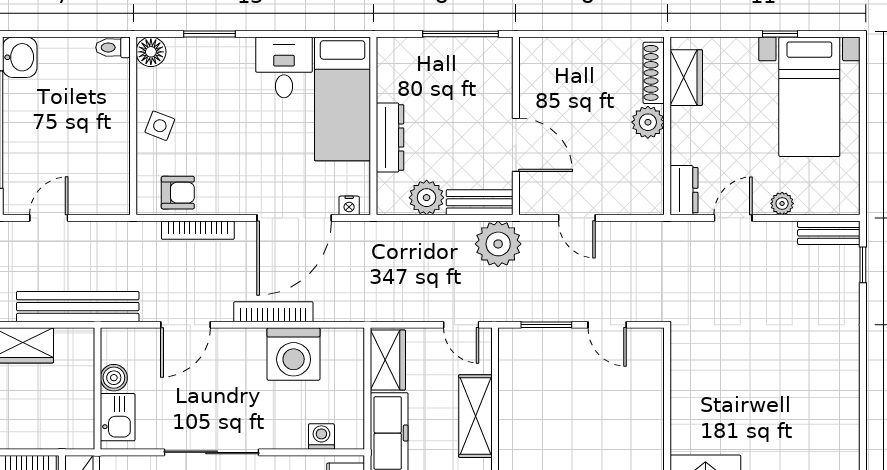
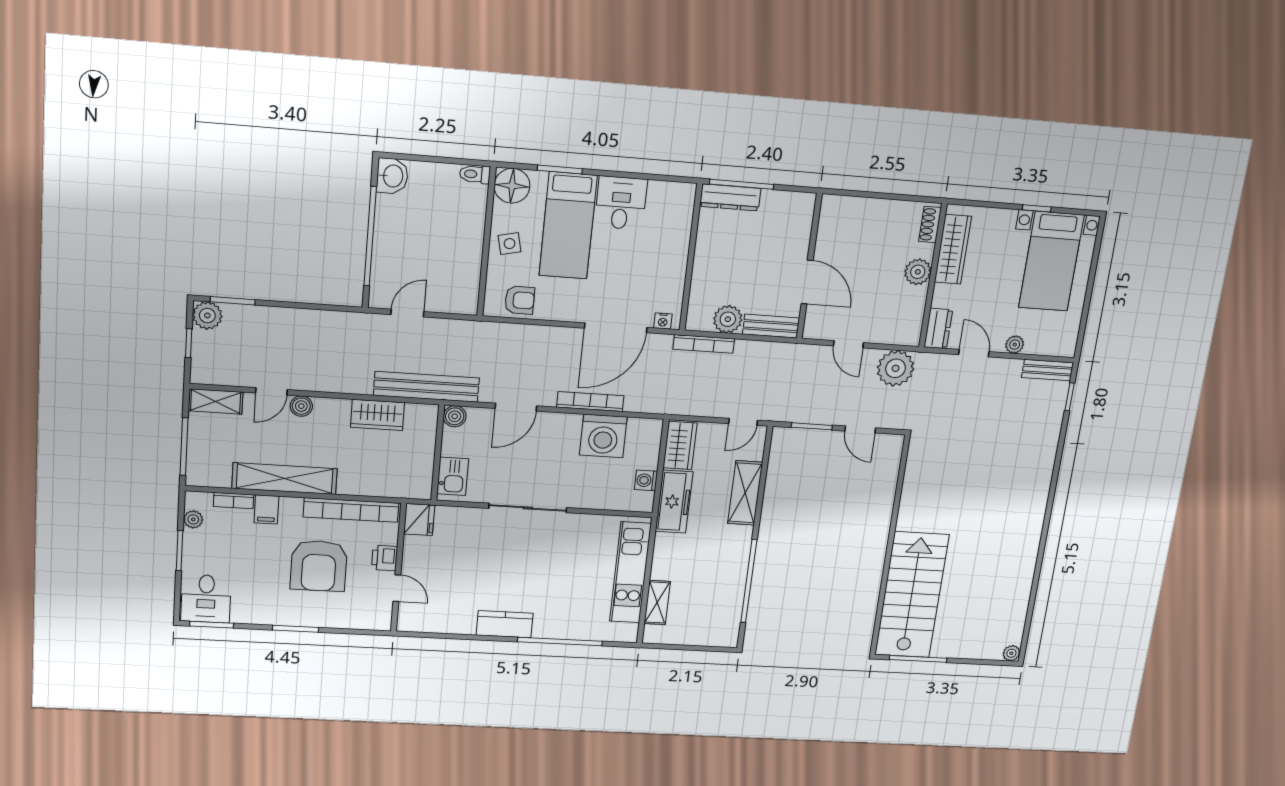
window: (460, 34) -> (742, 184), moved
floor lamp: (151, 52) -> (512, 186), width x1.38, depth x1.38
shoe rack: (654, 73) -> (930, 224), width x0.70
wardrobe: (686, 78) -> (953, 249), width x1.50
bed: (343, 99) -> (568, 226), moved
side table: (160, 126) -> (510, 244), turned -34
dresser: (390, 138) -> (730, 197), moved, turned 90
door: (733, 218) -> (974, 353), hinge flipped
bookcase: (198, 230) -> (704, 344), moved
plant: (498, 244) -> (896, 368), moved
door: (461, 325) -> (743, 422), hinge flipped
boiler: (114, 378) -> (455, 416), moved
washing machine: (321, 436) -> (646, 480), moved, turned -90

